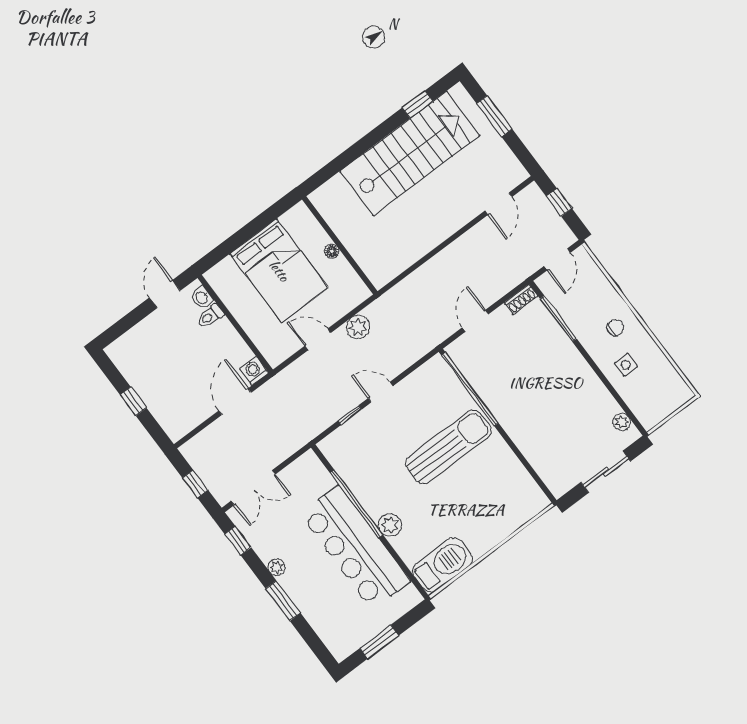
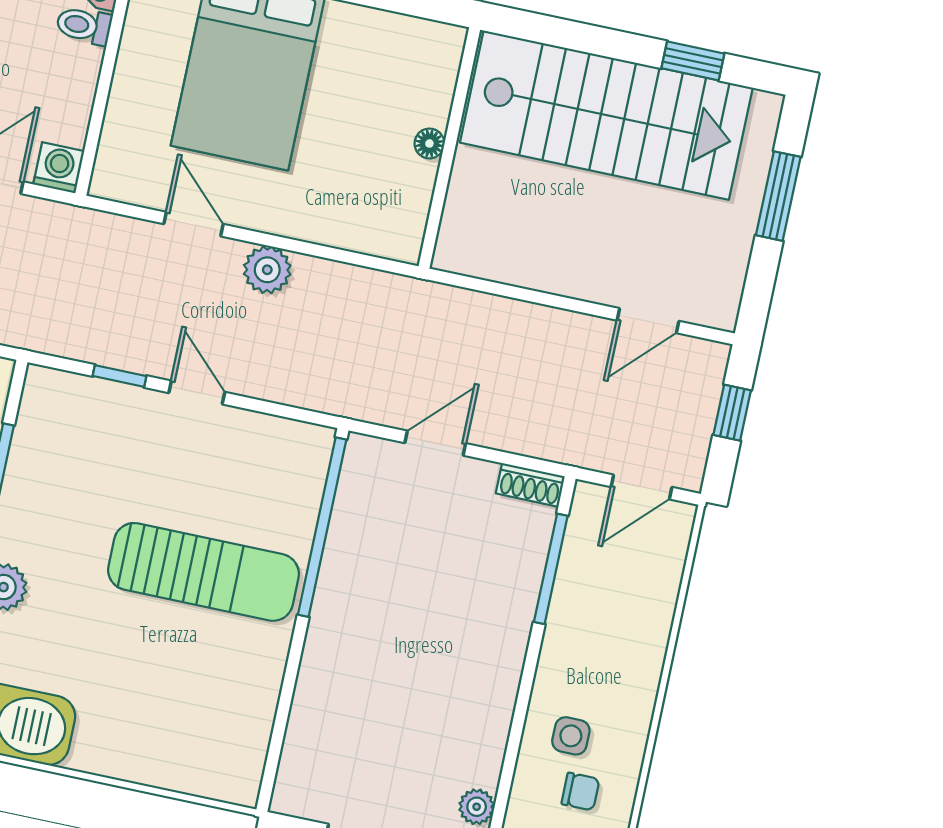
wall: (340, 245) -> (449, 148), moved
floor lamp: (332, 251) -> (429, 143), moved
chair: (615, 328) -> (580, 792), moved

